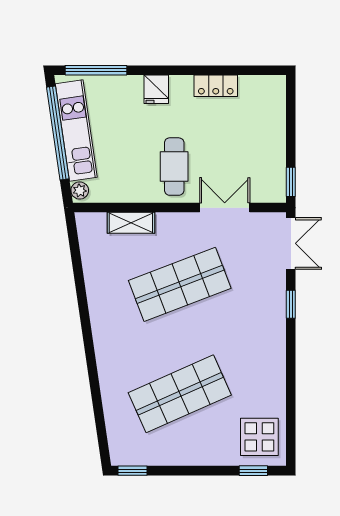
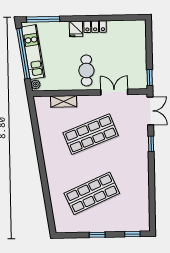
locker: (216, 86) -> (95, 27), moved
display table: (259, 437) -> (135, 216), removed
window: (133, 471) -> (97, 235), moved

